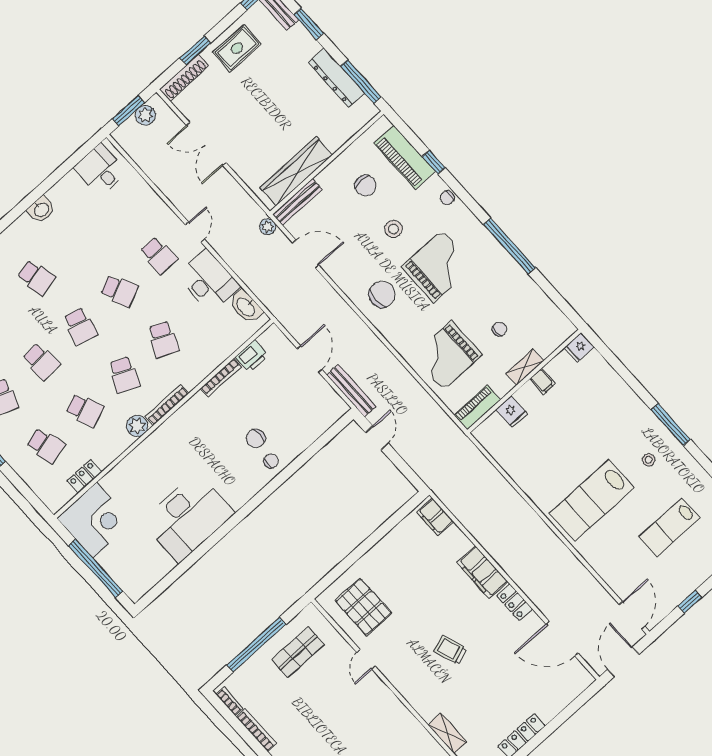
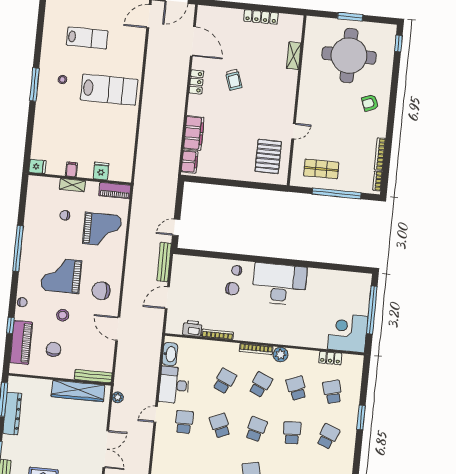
plant: (268, 227) -> (118, 397), moved
door: (306, 254) -> (118, 329), moved
desk: (188, 517) -> (279, 284), moved
filing cabinet: (482, 572) -> (194, 133), moved
trolley: (450, 650) -> (234, 80), moved

